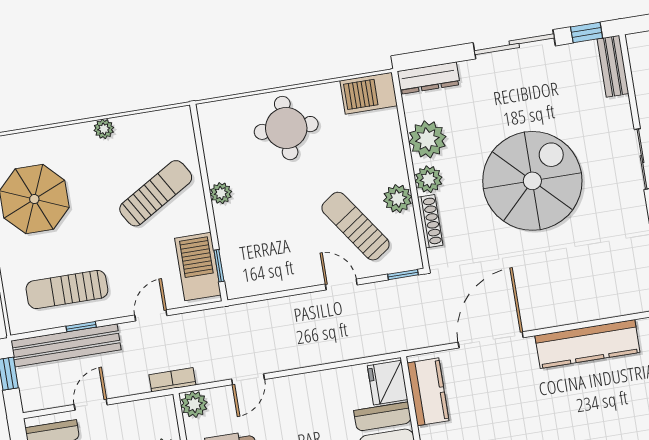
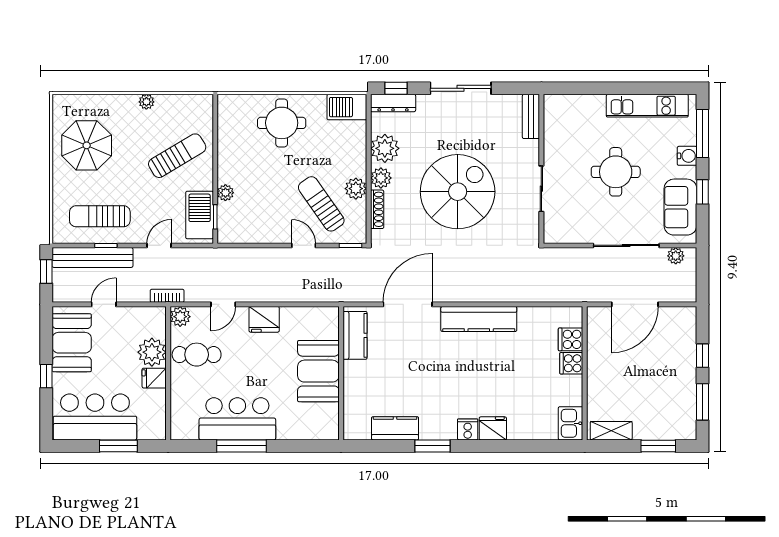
window: (587, 33) -> (396, 88), moved
plant: (221, 193) -> (225, 193), moved
fridge: (388, 383) -> (264, 319), moved, turned -90

